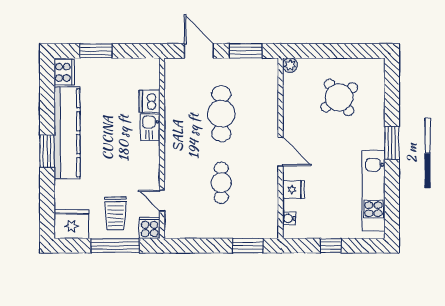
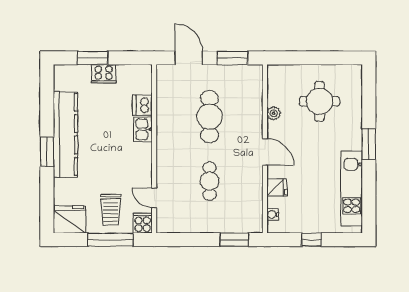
plant: (290, 65) -> (274, 113), moved
cooker: (64, 72) -> (104, 74), moved, turned 90
round table: (339, 97) -> (319, 101), turned 36

